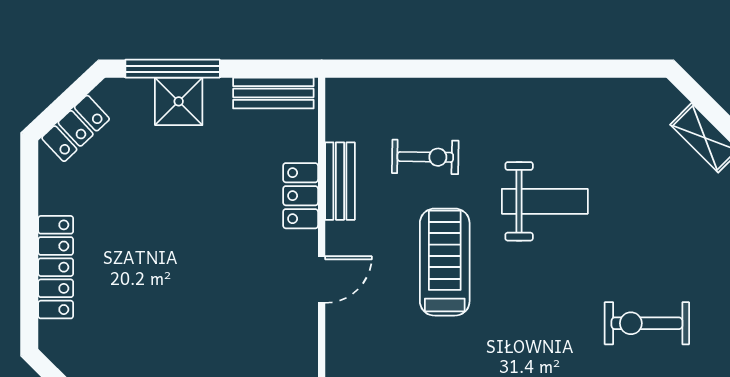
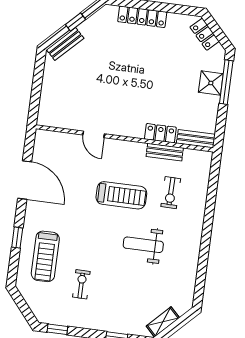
bench: (273, 93) -> (196, 139), moved, turned 90
weight bench: (545, 201) -> (143, 245), turned 90
door: (322, 280) -> (94, 134), moved
exercise bike: (647, 323) -> (81, 284), width x0.73, depth x0.72

